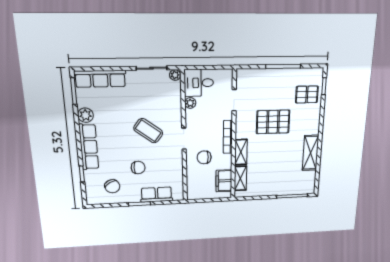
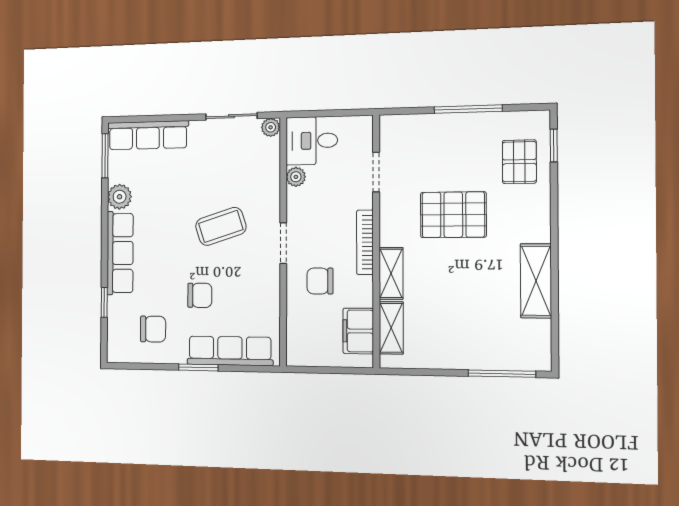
pallet: (307, 94) -> (519, 162), turned 90
coffee table: (148, 131) -> (221, 226), turned -55
chair: (112, 186) -> (153, 329), turned -61
row of seats: (157, 195) -> (230, 351), width x1.48

